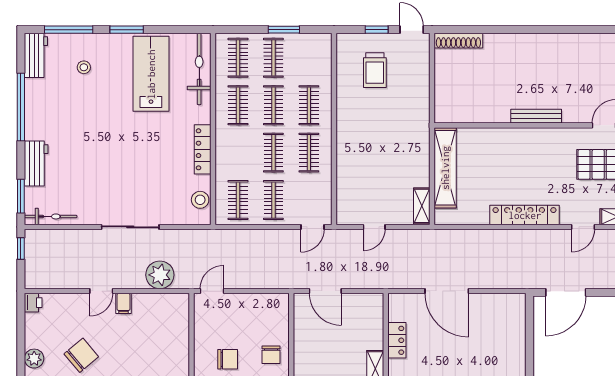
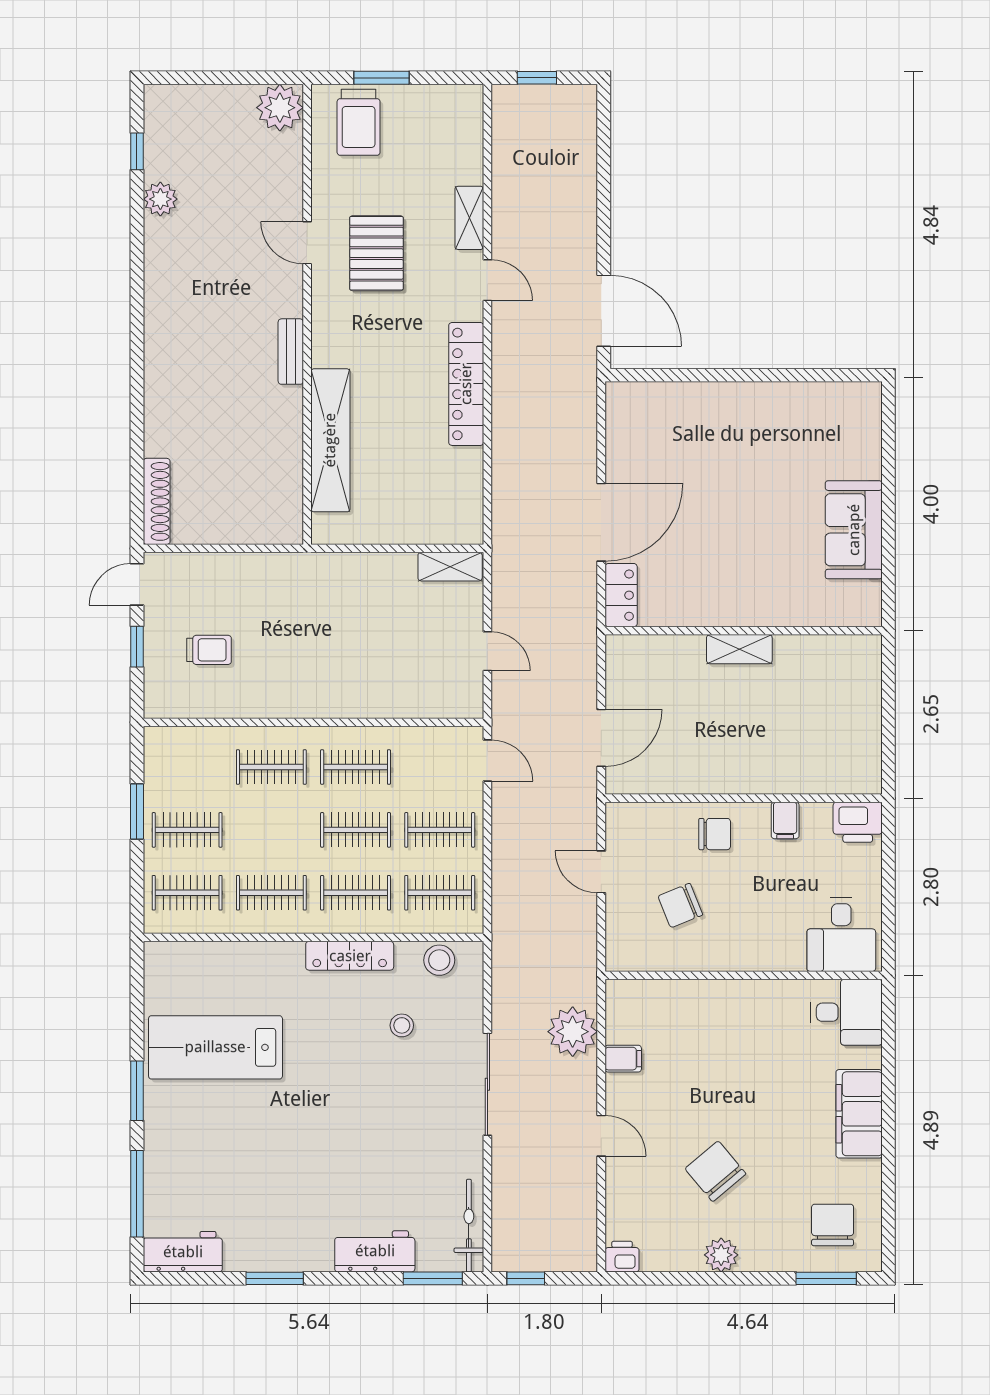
stool: (84, 67) -> (402, 1025), moved
bicycle: (199, 69) -> (207, 962), removed
trolley: (375, 70) -> (209, 650), width x0.73, depth x0.72
clothes rail: (273, 105) -> (356, 893), moved
window: (21, 107) -> (275, 1278), width x0.47
bench: (536, 116) -> (291, 352), width x0.73
shelving: (445, 168) -> (330, 440), moved, turned 90
door: (212, 291) -> (601, 872), moved
filing cabinet: (124, 303) -> (623, 1059), moved
locker: (397, 340) -> (621, 595), moved, turned 90
chair: (228, 359) -> (680, 905), moved, turned -112

